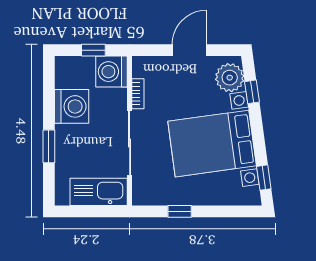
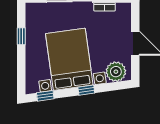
window: (252, 92) -> (86, 90), moved

